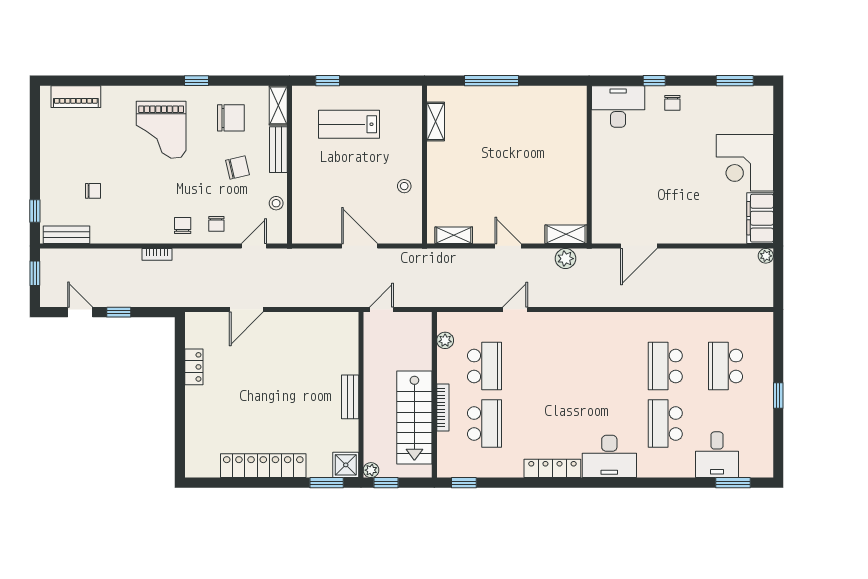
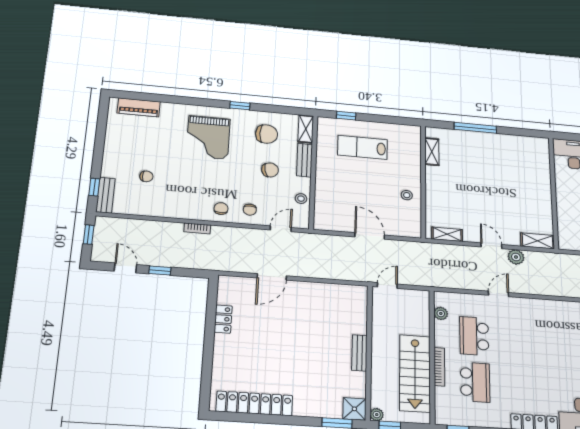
bench: (67, 235) -> (106, 195), moved, turned 90
plant: (565, 259) -> (516, 257), moved
school desk: (485, 366) -> (474, 336), turned 180
locker: (263, 466) -> (254, 403), moved

